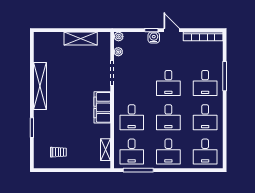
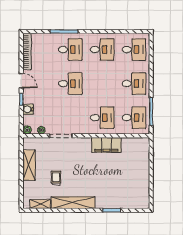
door: (172, 30) -> (21, 81), swing flipped
water cooler: (154, 37) -> (28, 109), moved
filing cabinet: (102, 107) -> (106, 145), moved
desk: (168, 117) -> (102, 84), removed
shelving: (106, 150) -> (40, 204), moved
trolley: (58, 152) -> (56, 178), moved

